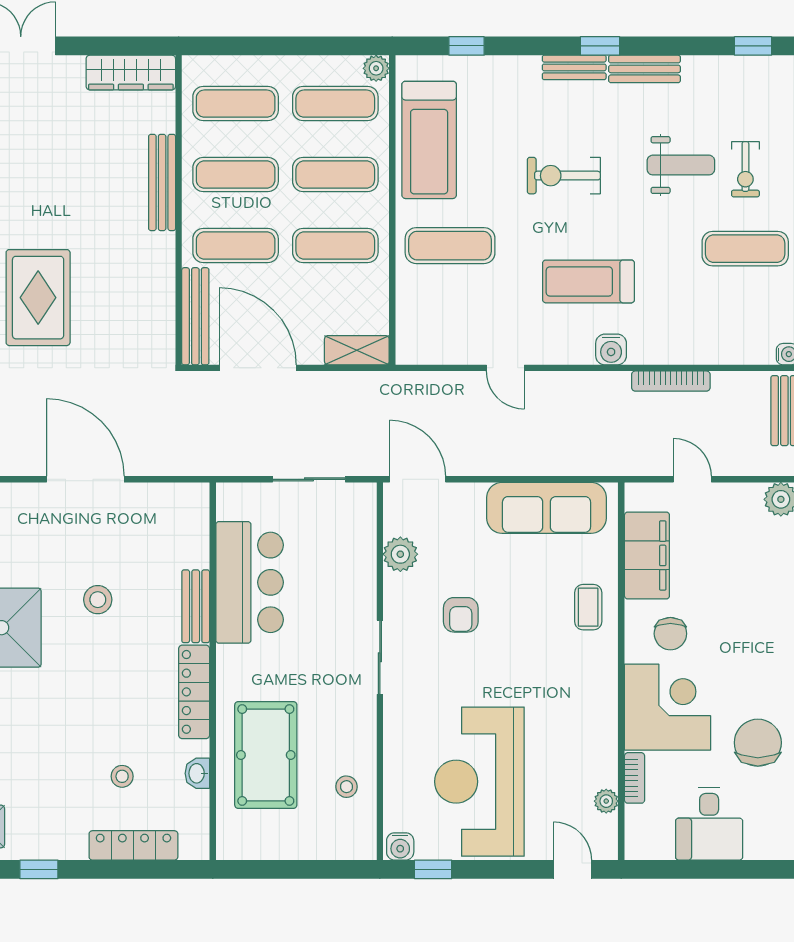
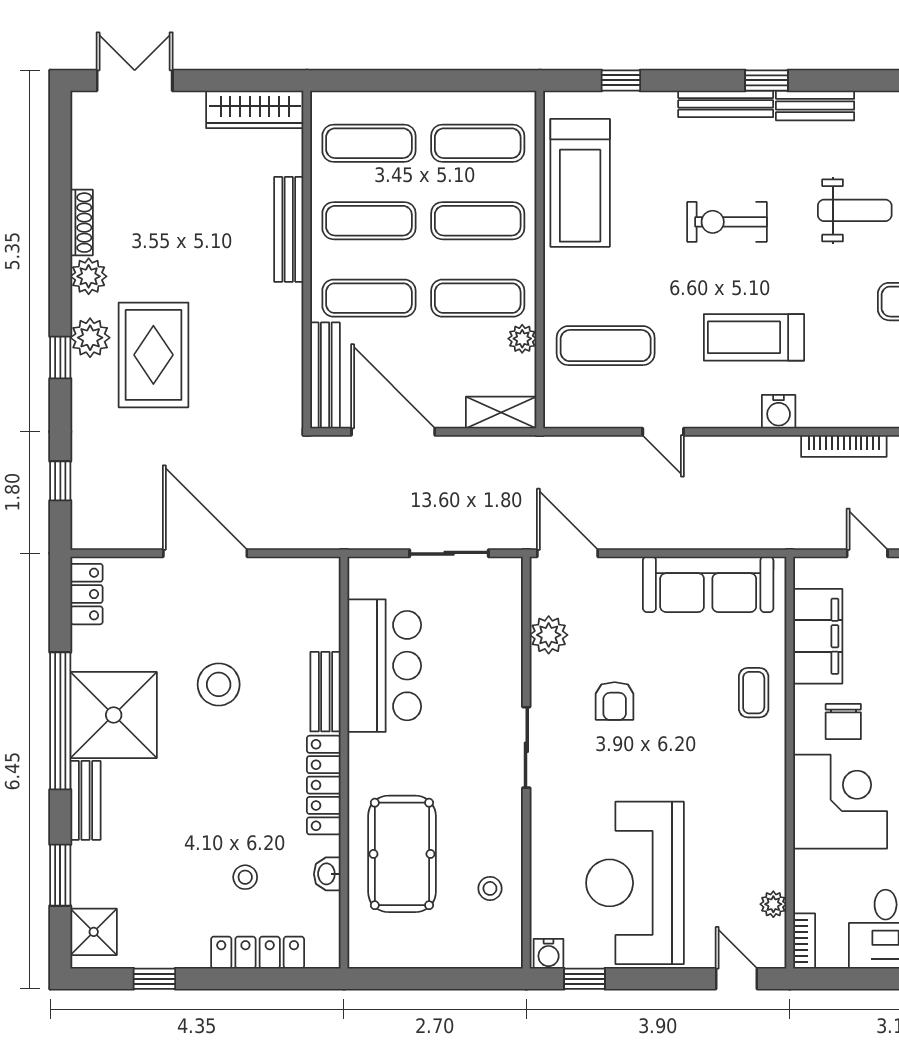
bench: (574, 67) -> (726, 104), width x1.36
plant: (376, 68) -> (522, 339), moved
exercise mat: (450, 246) -> (606, 346), moved
stool: (98, 600) -> (219, 684), width x1.38, depth x1.38
bookcase: (635, 778) -> (804, 941), moved

